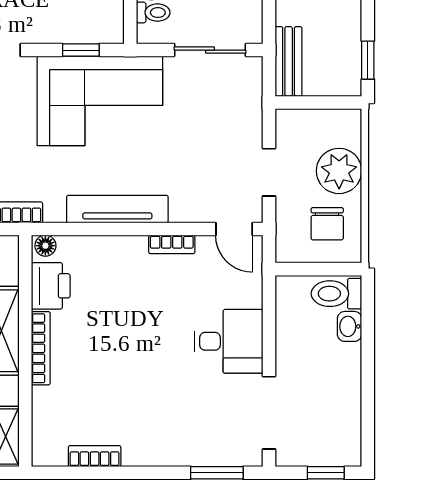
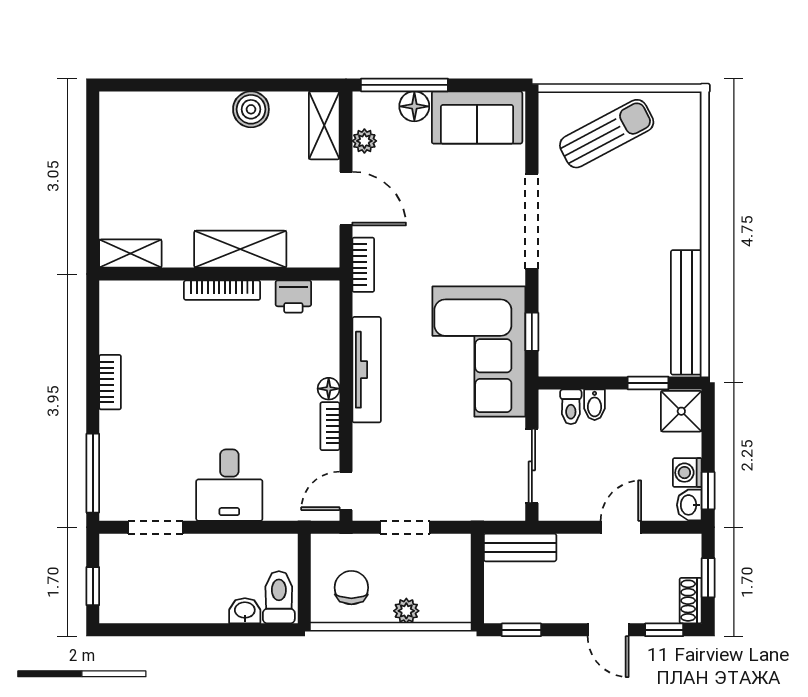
plant: (339, 171) -> (406, 611), width x0.53, depth x0.53
chair: (327, 224) -> (351, 588), turned 90
floor lamp: (45, 246) -> (329, 389), moved
printer: (51, 286) -> (293, 297), width x0.73, depth x0.81
doorway: (269, 413) -> (155, 527), width x0.73
bookcase: (95, 456) -> (110, 382), moved
window: (217, 473) -> (93, 473), width x1.44

